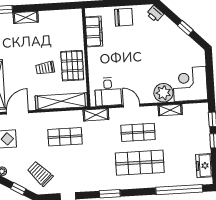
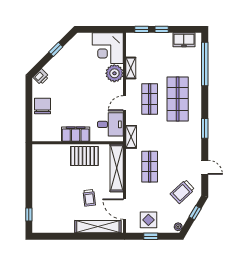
shelving: (26, 17) -> (37, 196), removed
filing cabinet: (94, 32) -> (76, 134), moved
trolley: (45, 68) -> (89, 198), moved

